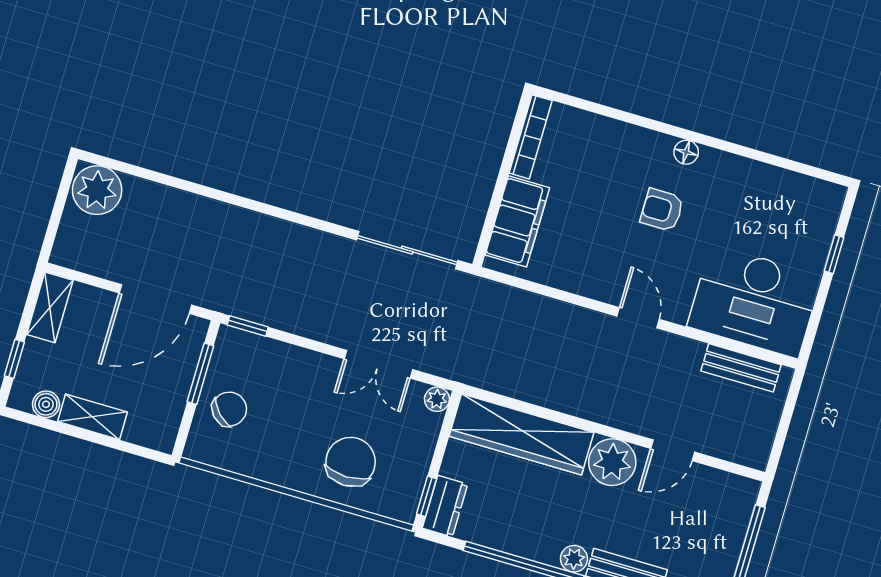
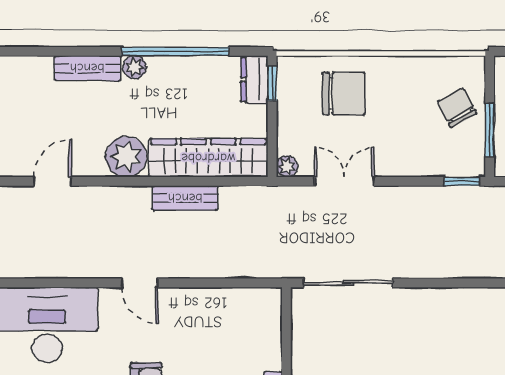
filing cabinet: (517, 221) -> (263, 334), removed
bench: (741, 368) -> (185, 198), moved
chair: (229, 409) -> (457, 108), turned 106
door: (673, 450) -> (53, 181), moved
chair: (351, 462) -> (344, 93), turned -90

